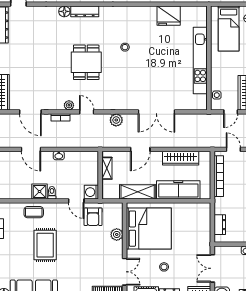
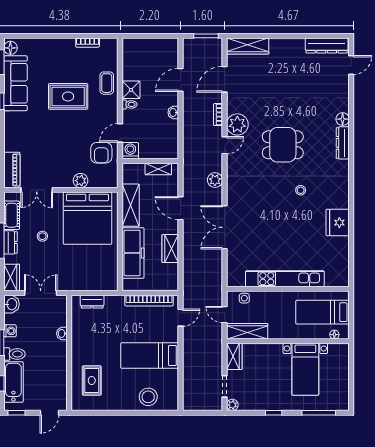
fridge: (169, 16) -> (338, 223), moved
plant: (69, 105) -> (237, 124), width x1.87, depth x1.87
wardrobe: (181, 158) -> (170, 249), width x0.67
armchair: (93, 217) -> (101, 153), turned -90

